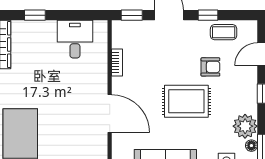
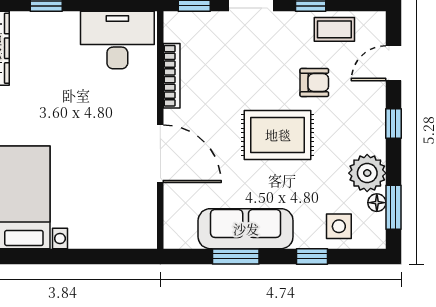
desk: (75, 39) -> (117, 40), width x1.37
bookcase: (117, 63) -> (172, 76), width x1.56

